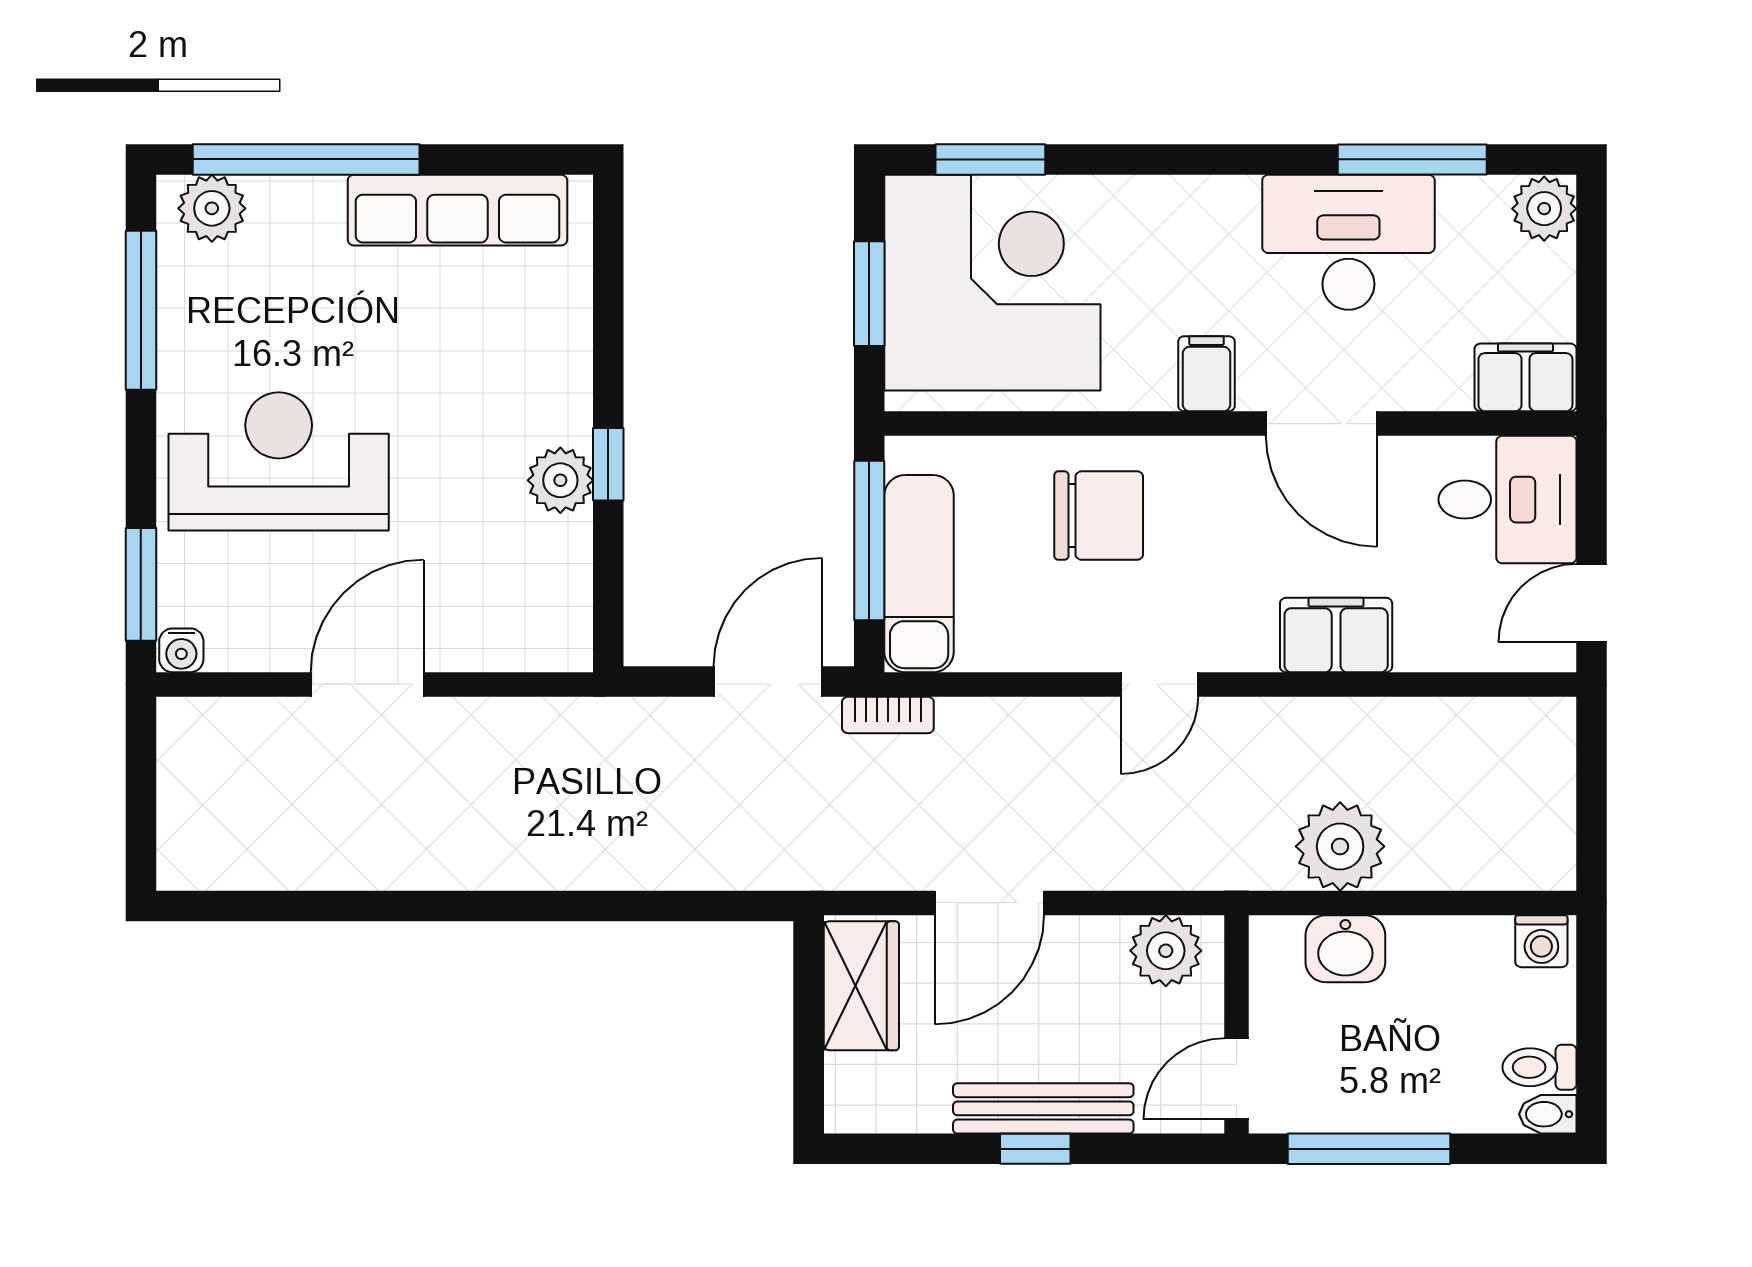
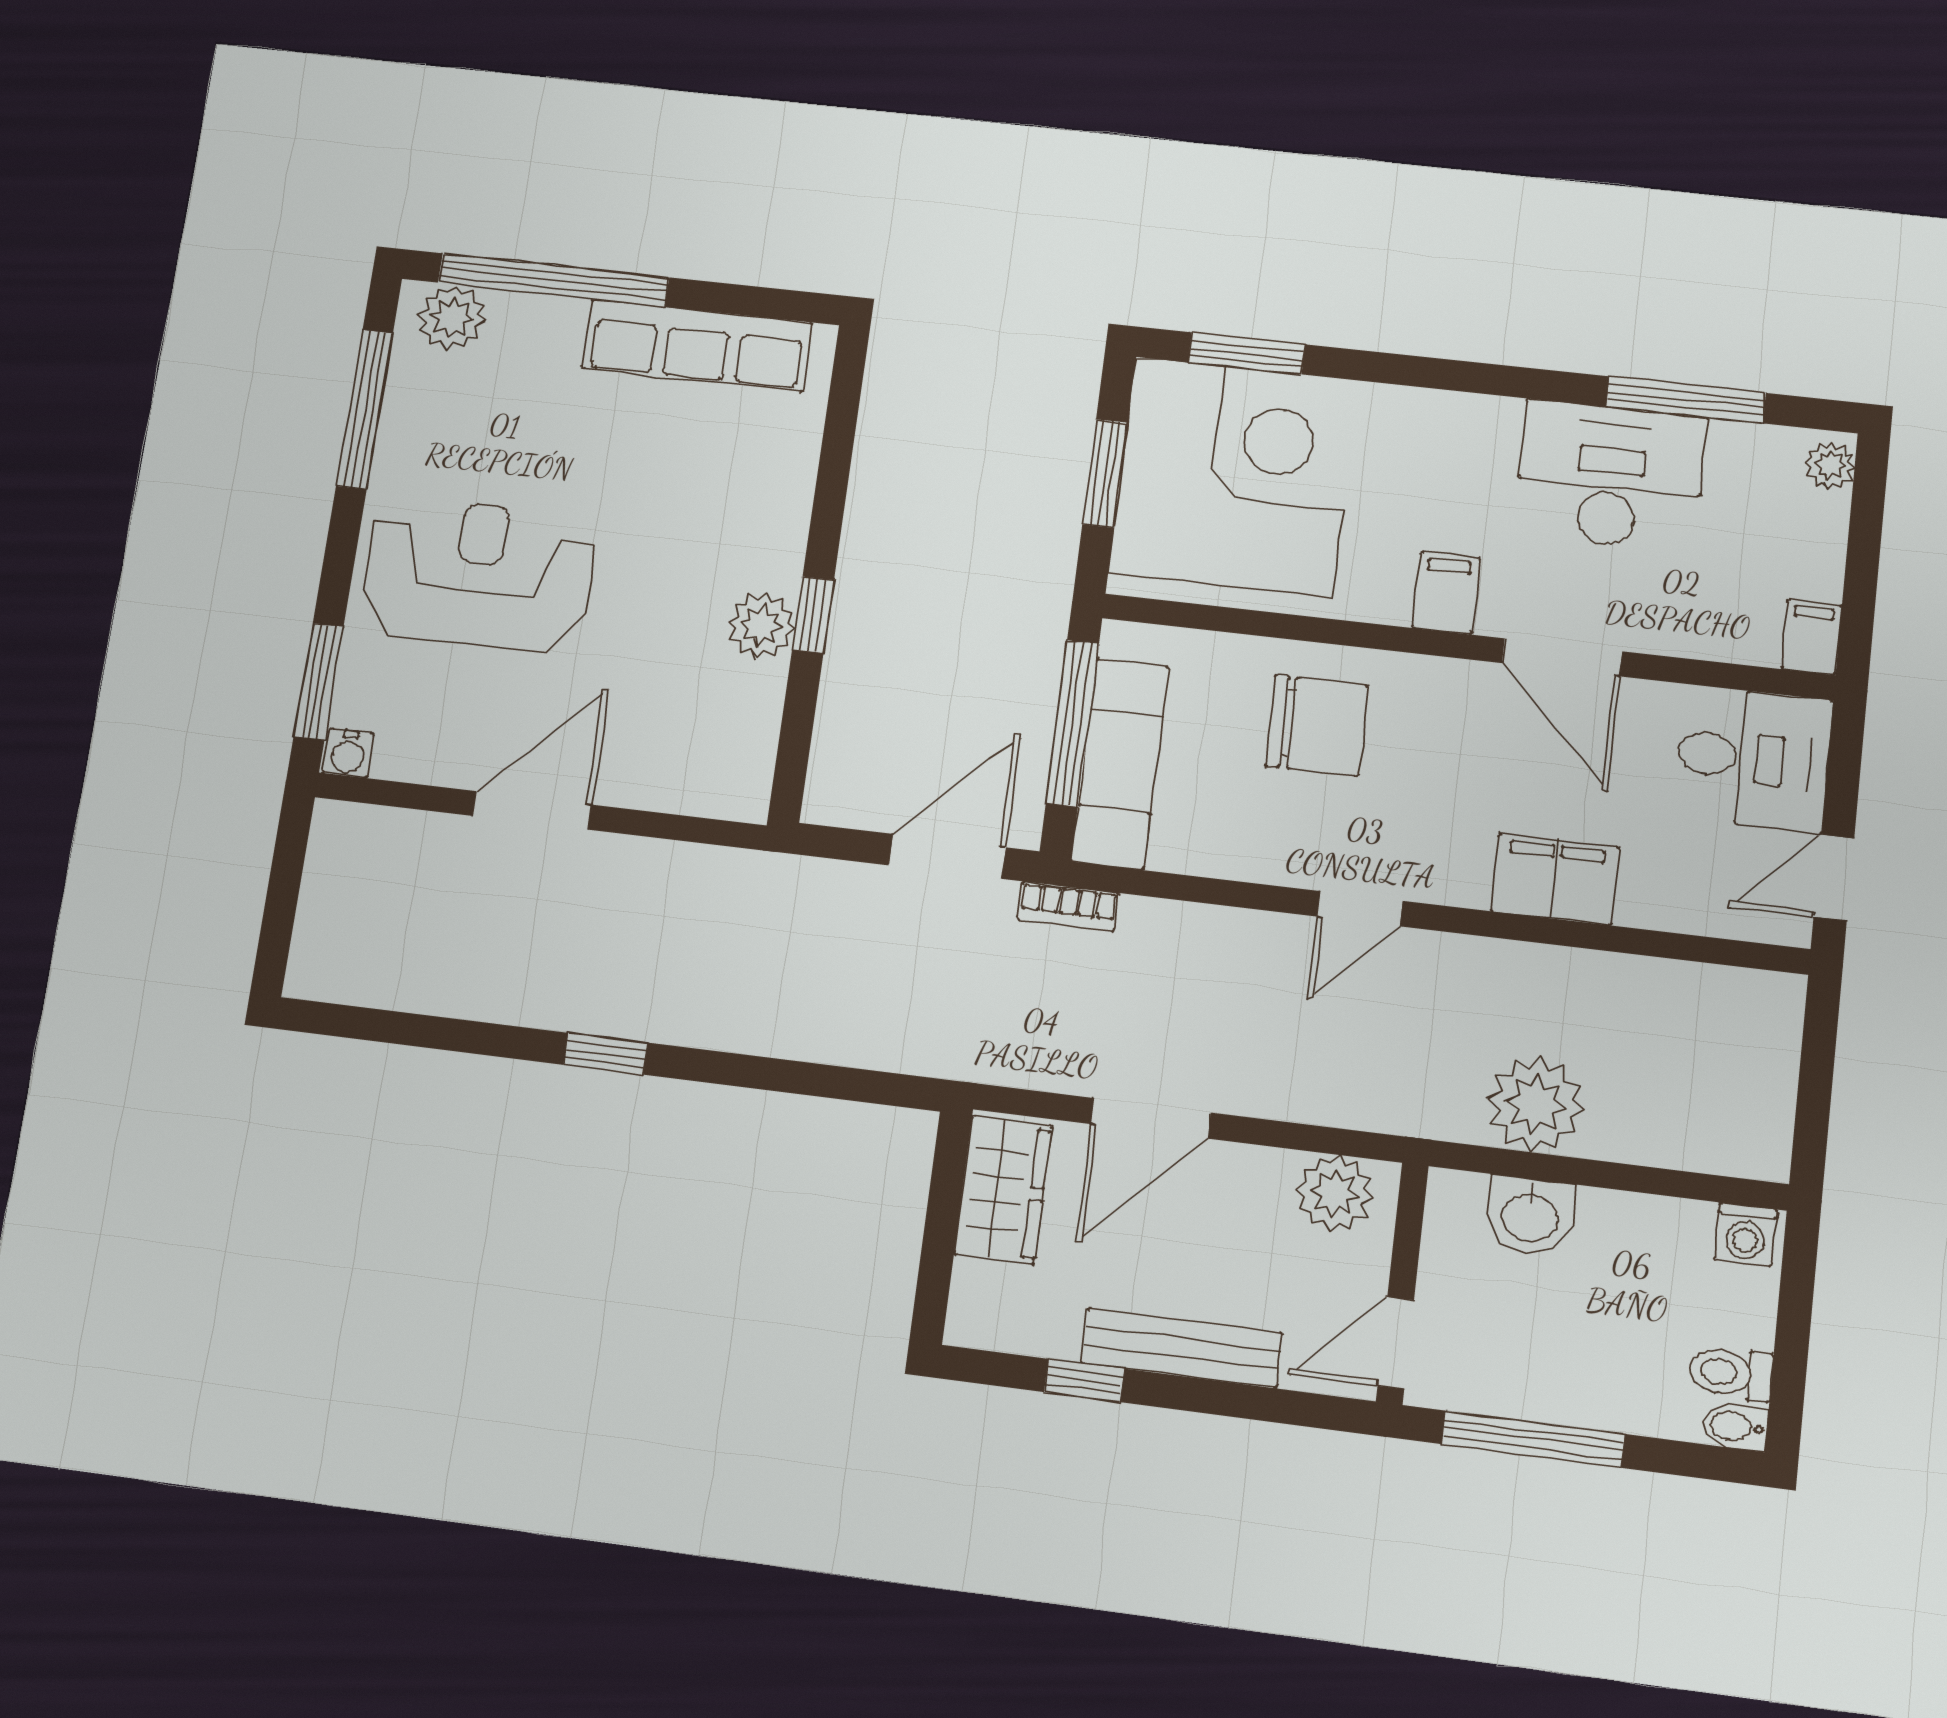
plant: (1544, 209) -> (1830, 465), width x0.73, depth x0.73
filing cabinet: (1525, 377) -> (1812, 637), width x0.50
window: (473, 906) -> (606, 1054), added
window: (1035, 1149) -> (1084, 1380), moved

